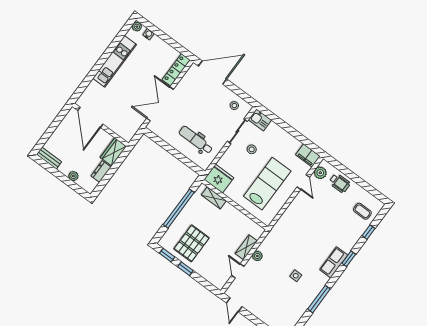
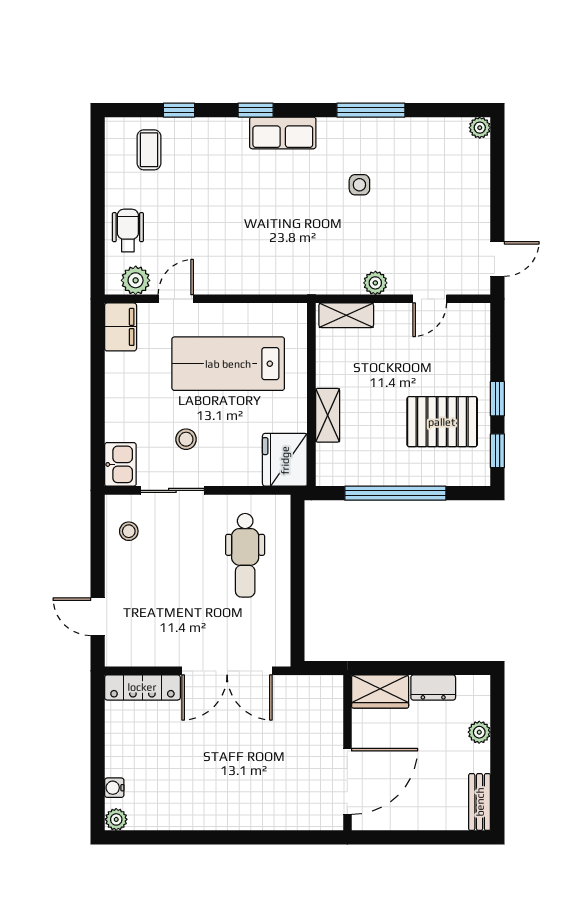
kitchen unit: (115, 61) -> (211, 813), removed
door: (212, 73) -> (98, 617), width x0.53
shelving: (214, 198) -> (328, 415), moved
shelving: (246, 247) -> (346, 315), moved

